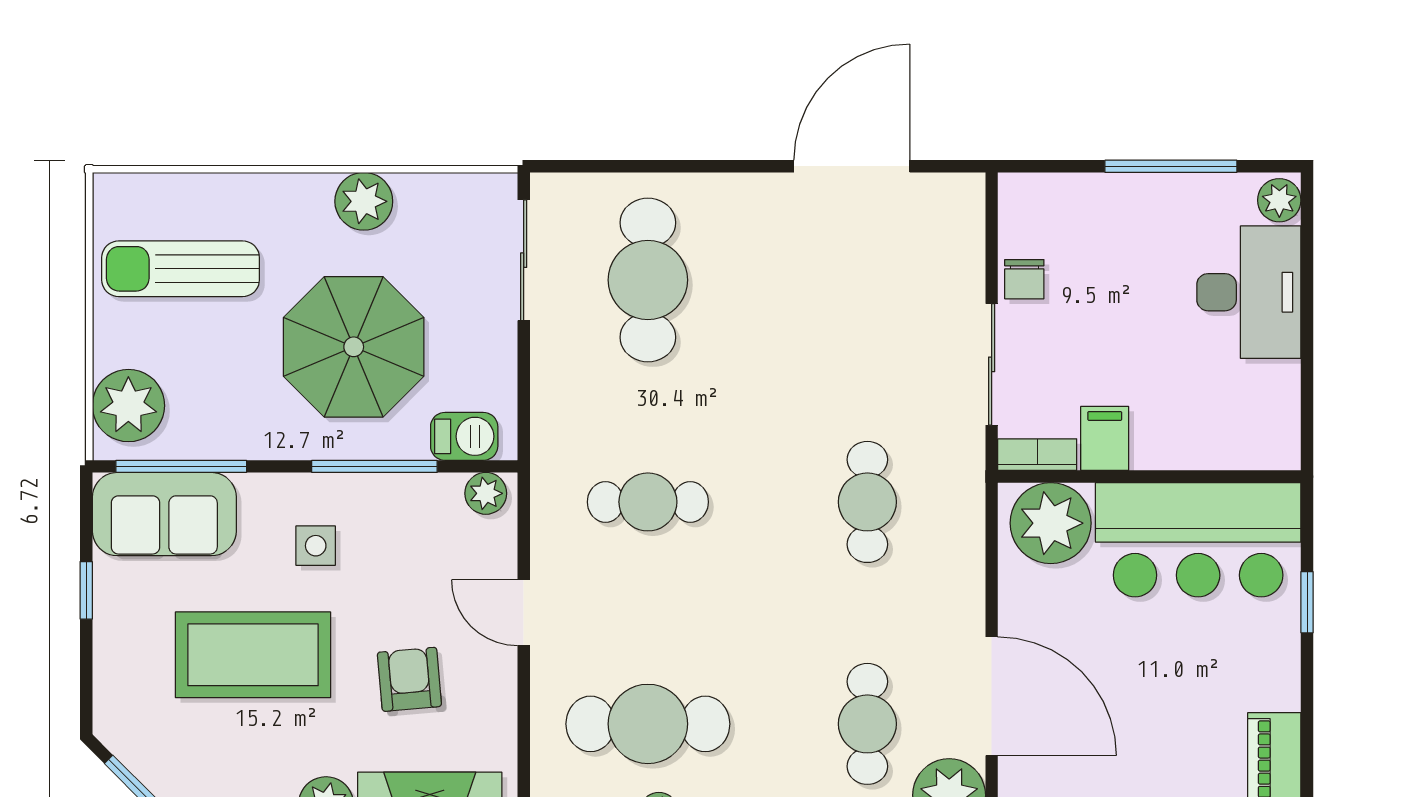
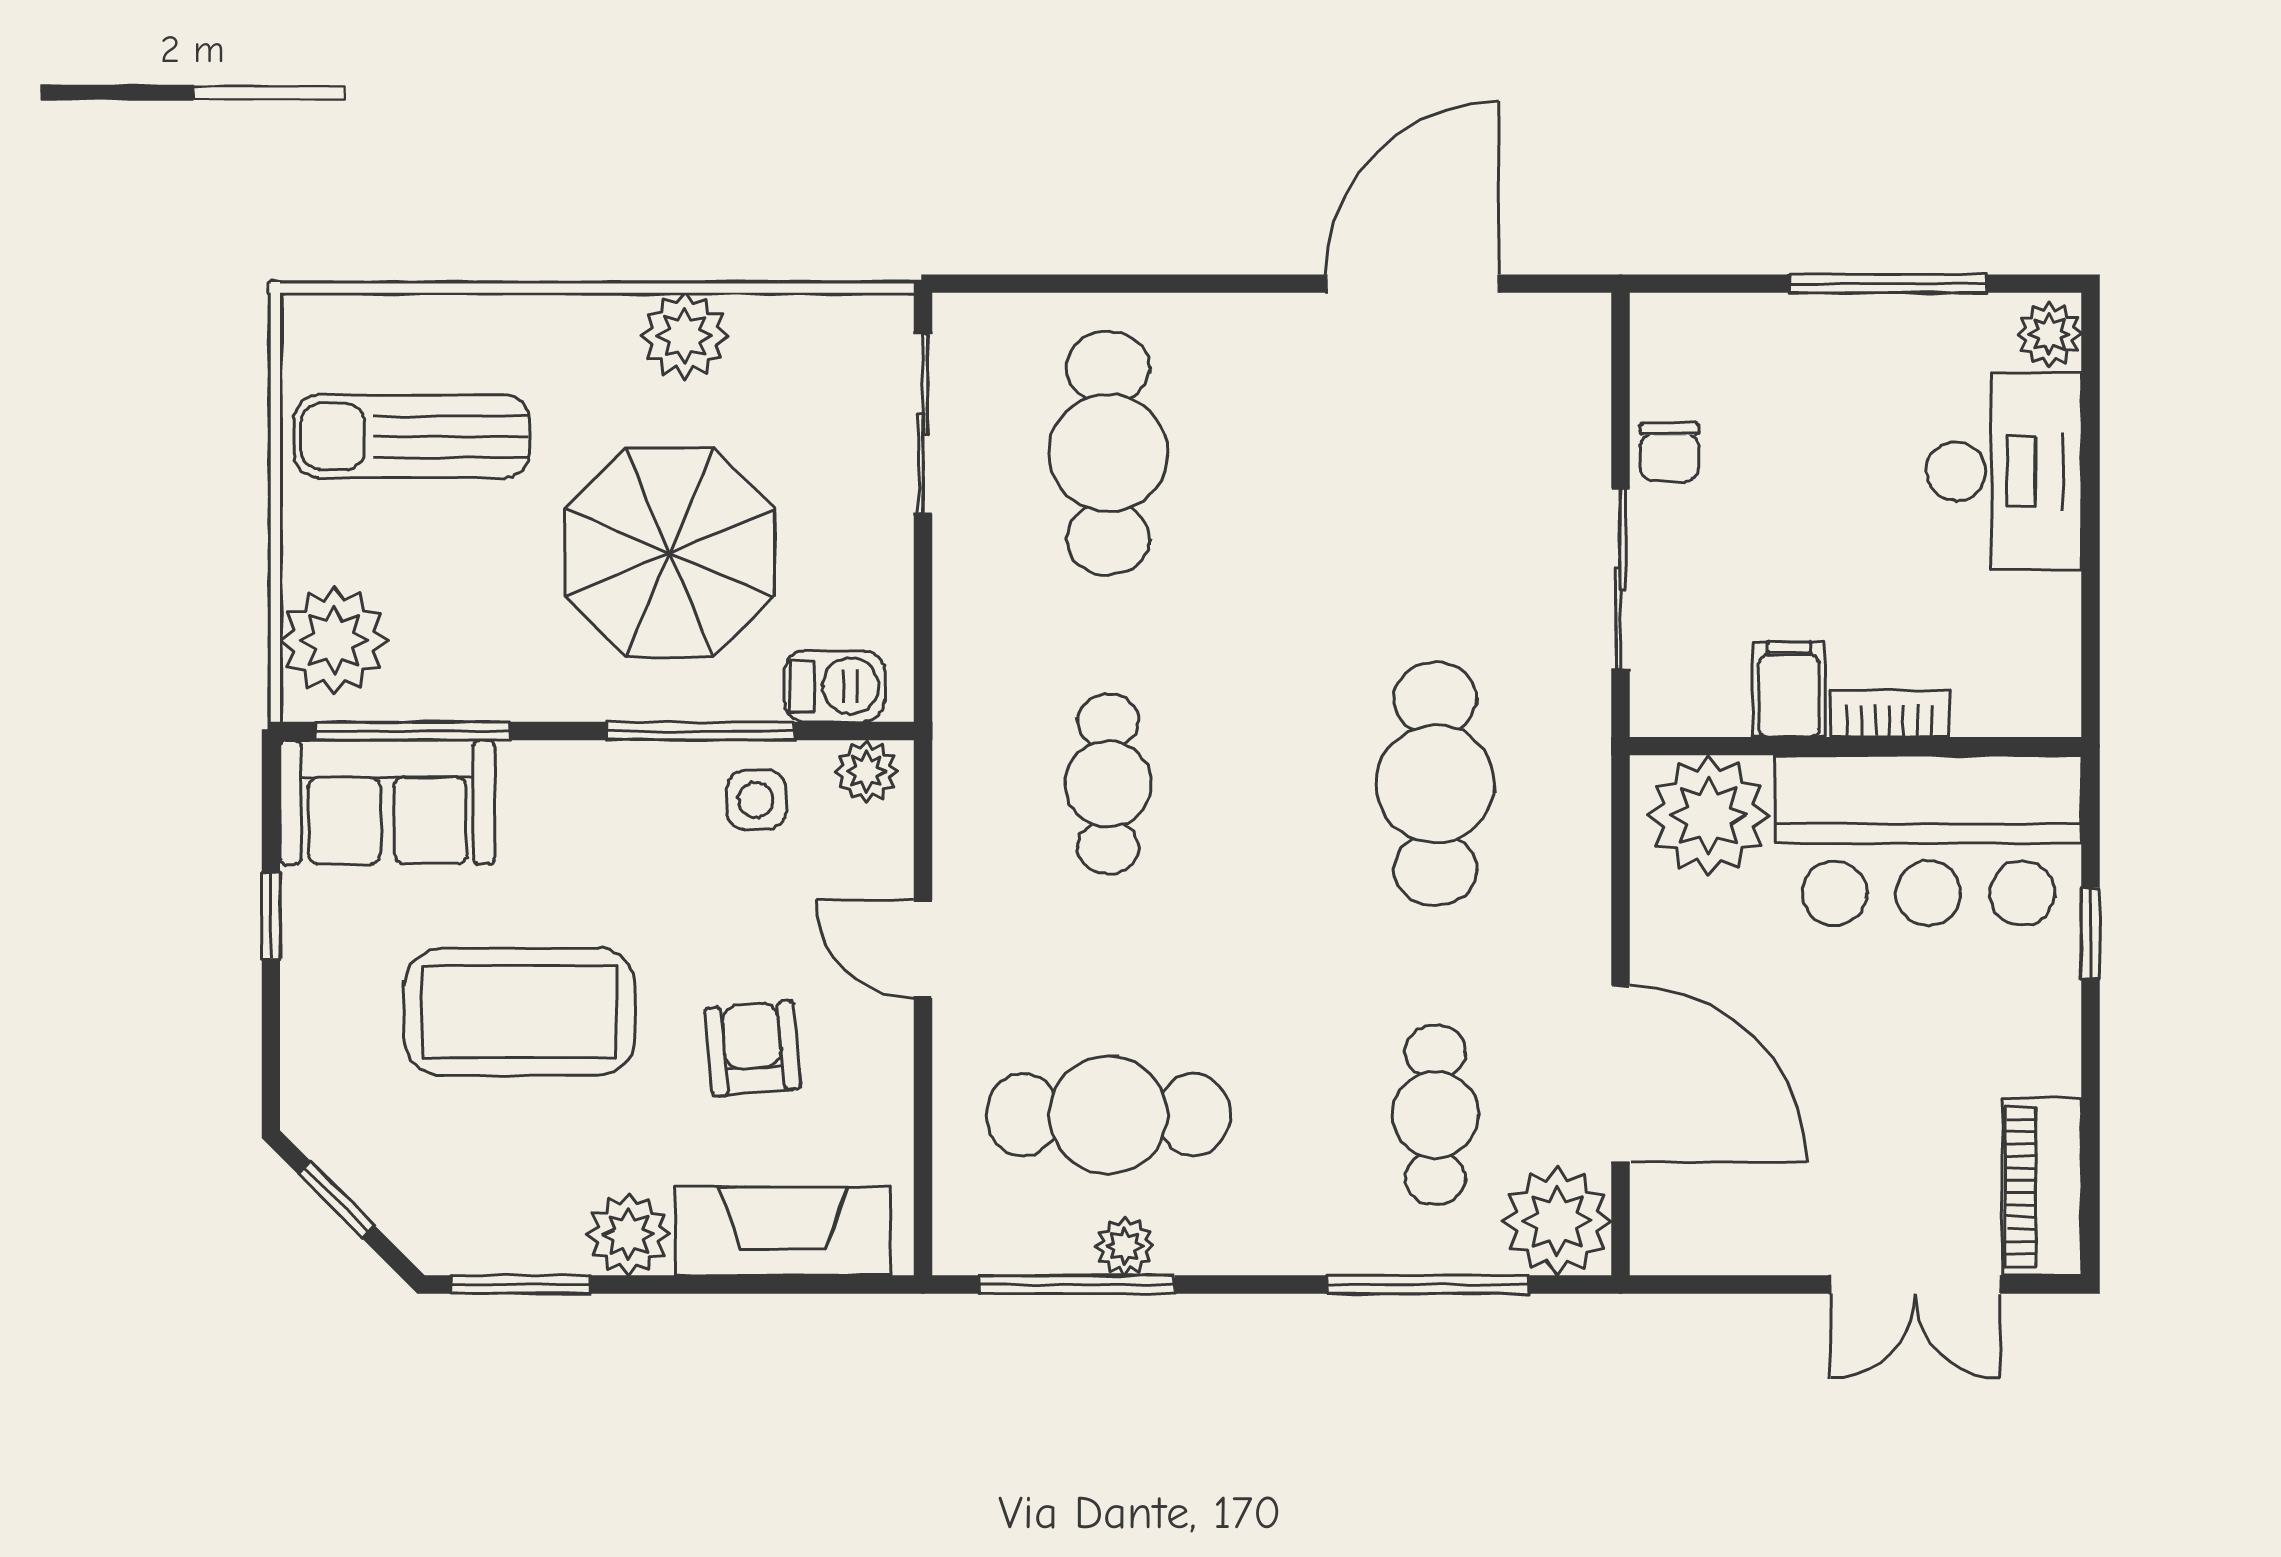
bookcase: (1037, 455) -> (1890, 714), moved
cafe table: (648, 502) -> (1108, 784), turned 90
cafe table: (867, 502) -> (1435, 784), width x1.37, depth x1.35
side table: (316, 546) -> (756, 800), moved

